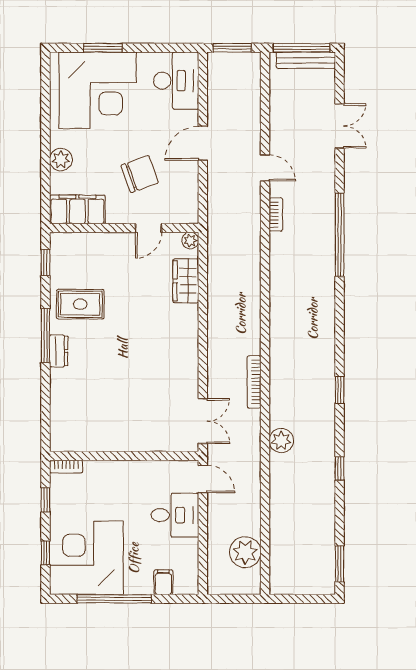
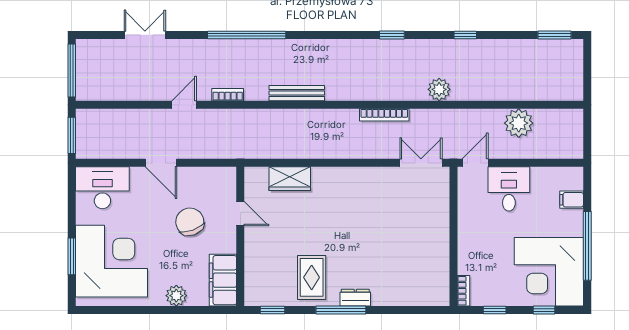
bench: (306, 60) -> (297, 93), moved, turned 90
plant: (190, 241) -> (252, 174), removed
plant: (245, 552) -> (519, 123), moved

